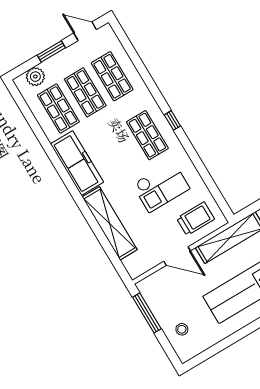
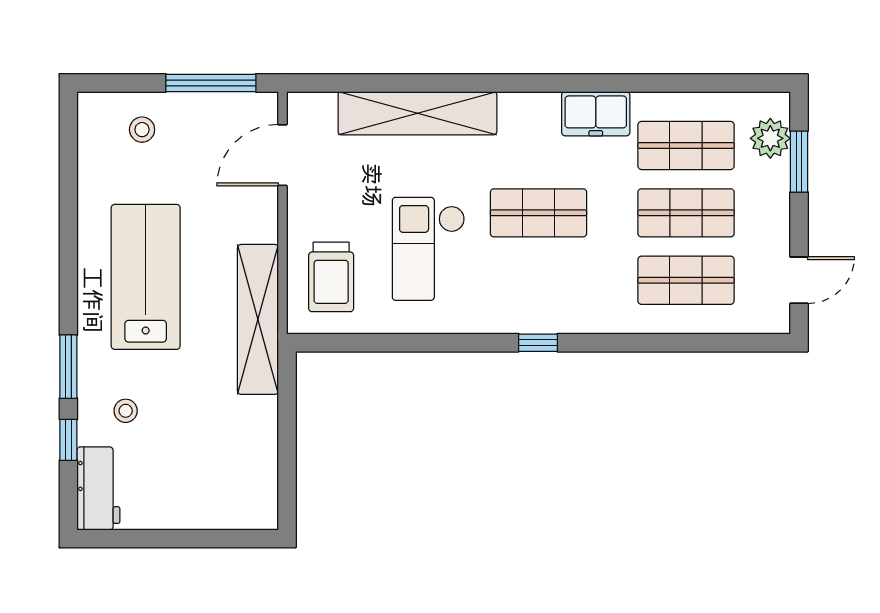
window: (51, 51) -> (799, 162), moved
shop shelf: (147, 135) -> (538, 213), moved
freezer: (77, 163) -> (596, 114), width x0.52, depth x0.79
door: (177, 256) -> (282, 155), moved

